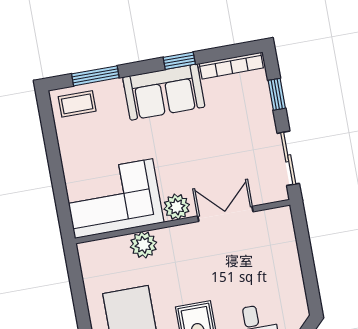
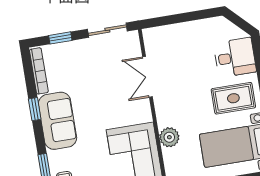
plant: (177, 207) -> (142, 112), removed

